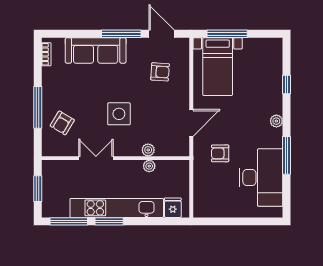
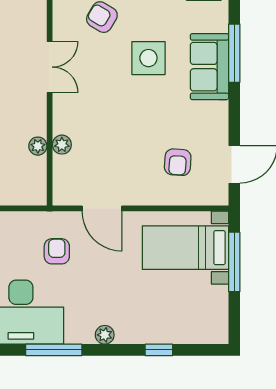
window: (121, 34) -> (234, 53), moved
sofa: (96, 50) -> (209, 67), width x0.73
side table: (119, 114) -> (148, 58), moved

